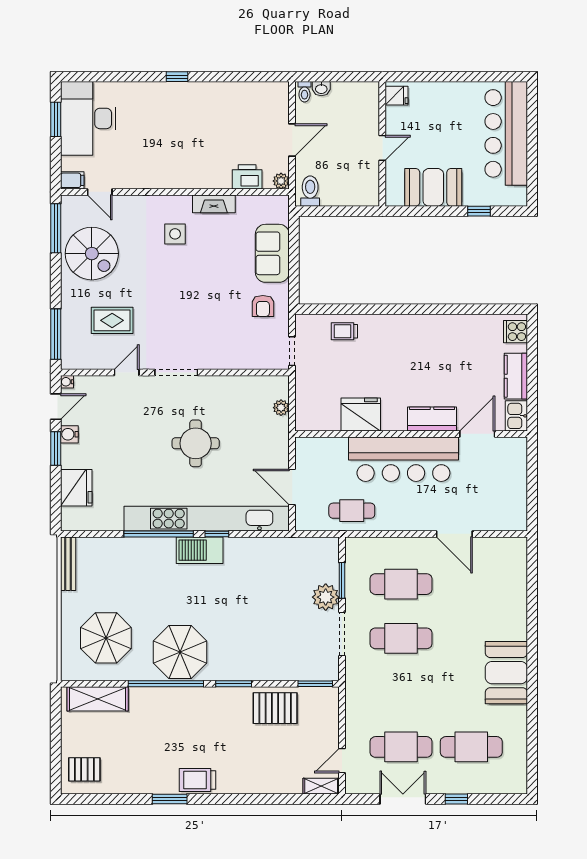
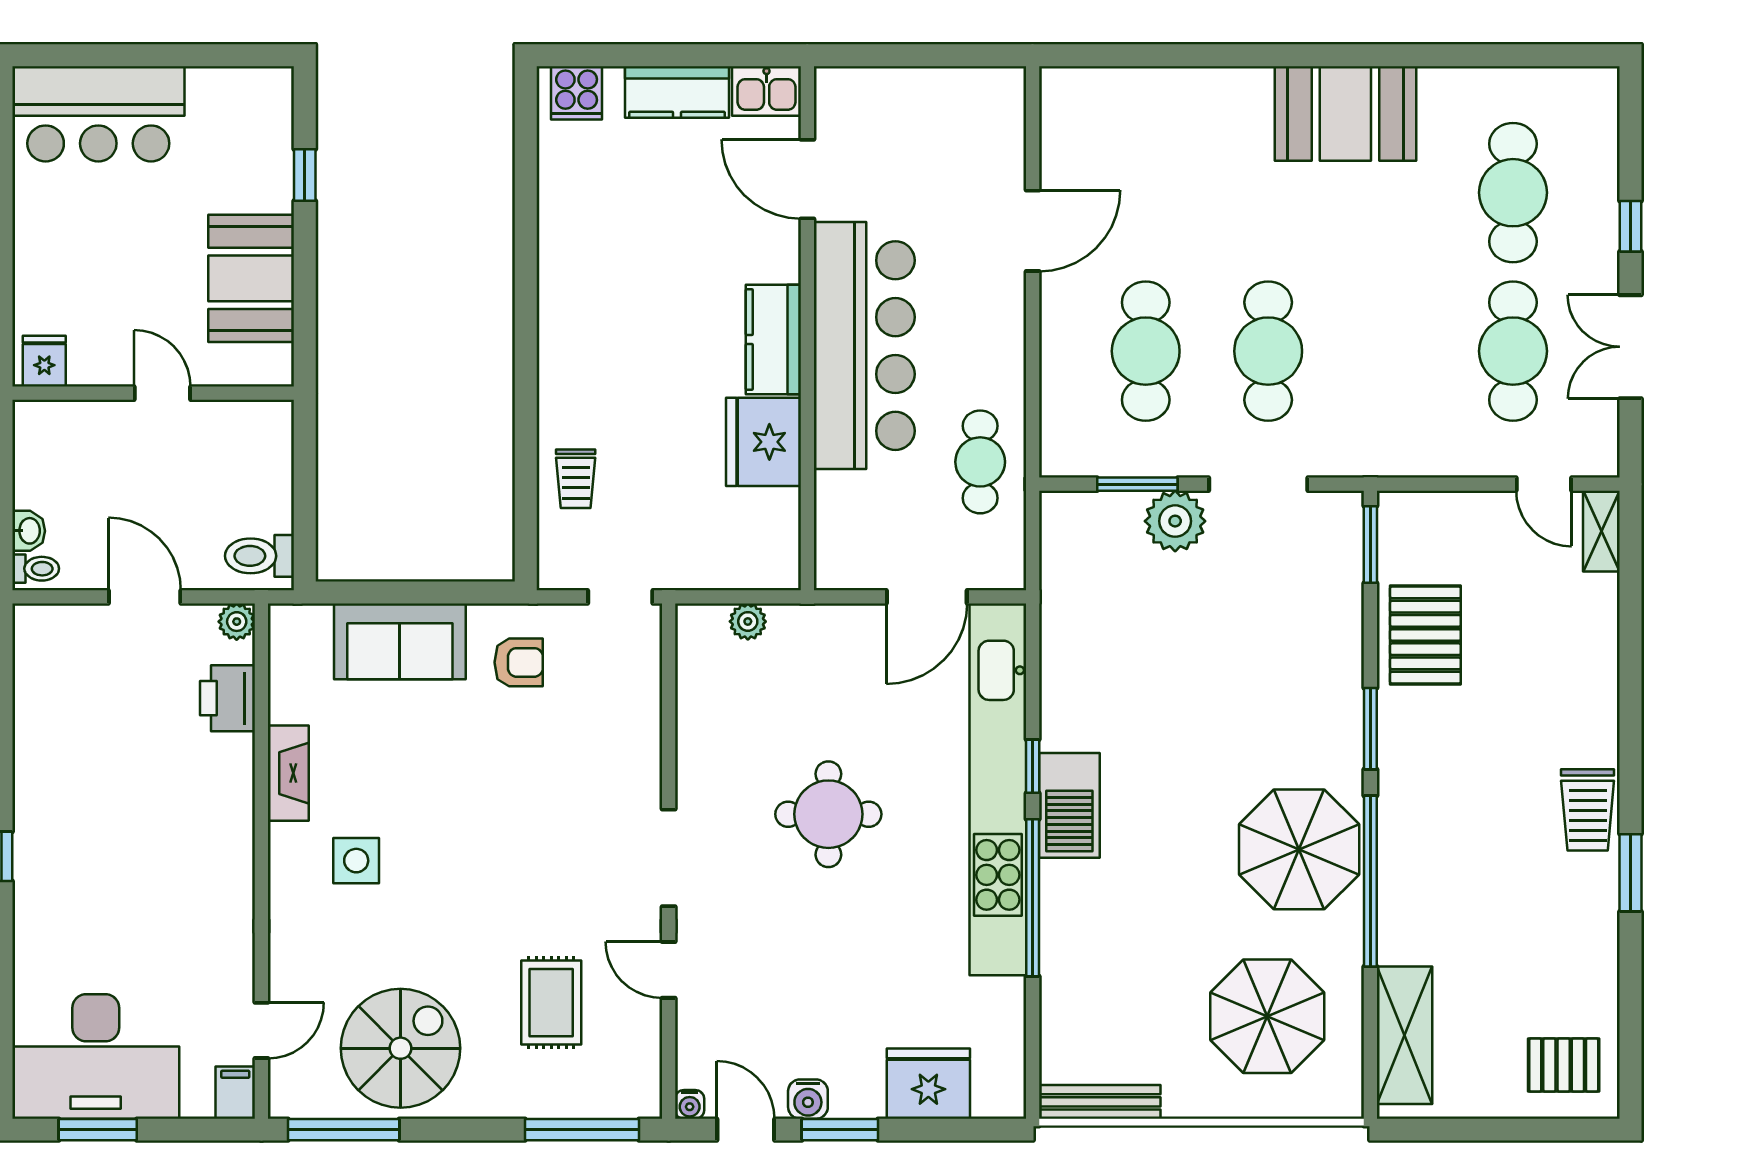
bar counter: (506, 133) -> (98, 114), width x0.73
kitchen counter: (432, 419) -> (773, 339), moved
pallet: (84, 769) -> (1564, 1065), turned 90

